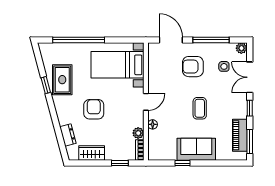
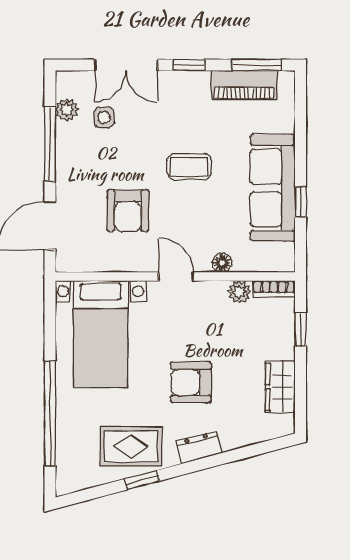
plant: (241, 48) -> (67, 110), moved
armchair: (193, 67) -> (128, 211), moved
dresser: (68, 135) -> (198, 447), moved
sofa: (196, 149) -> (273, 188), width x1.36

